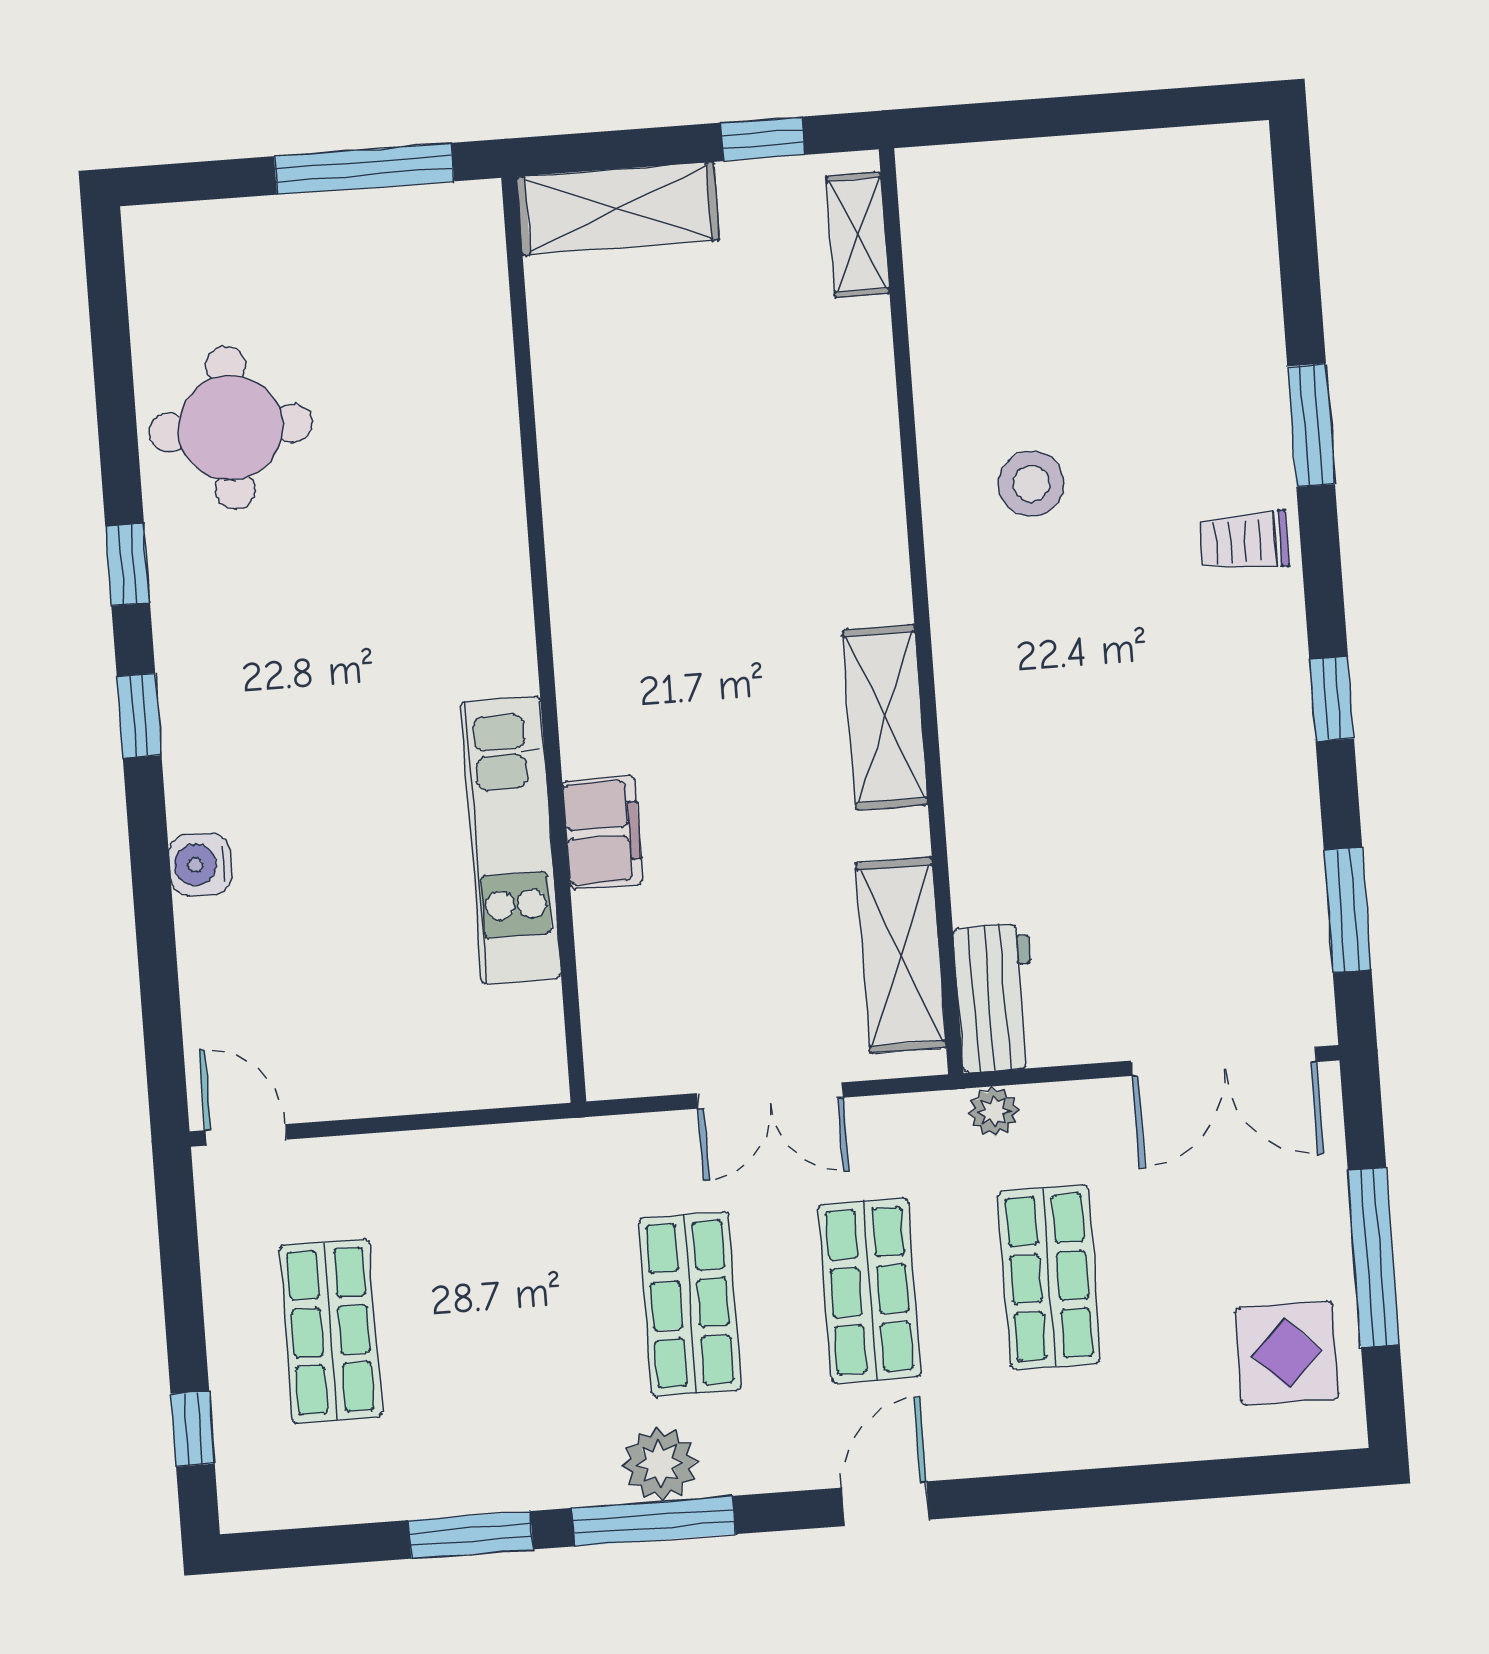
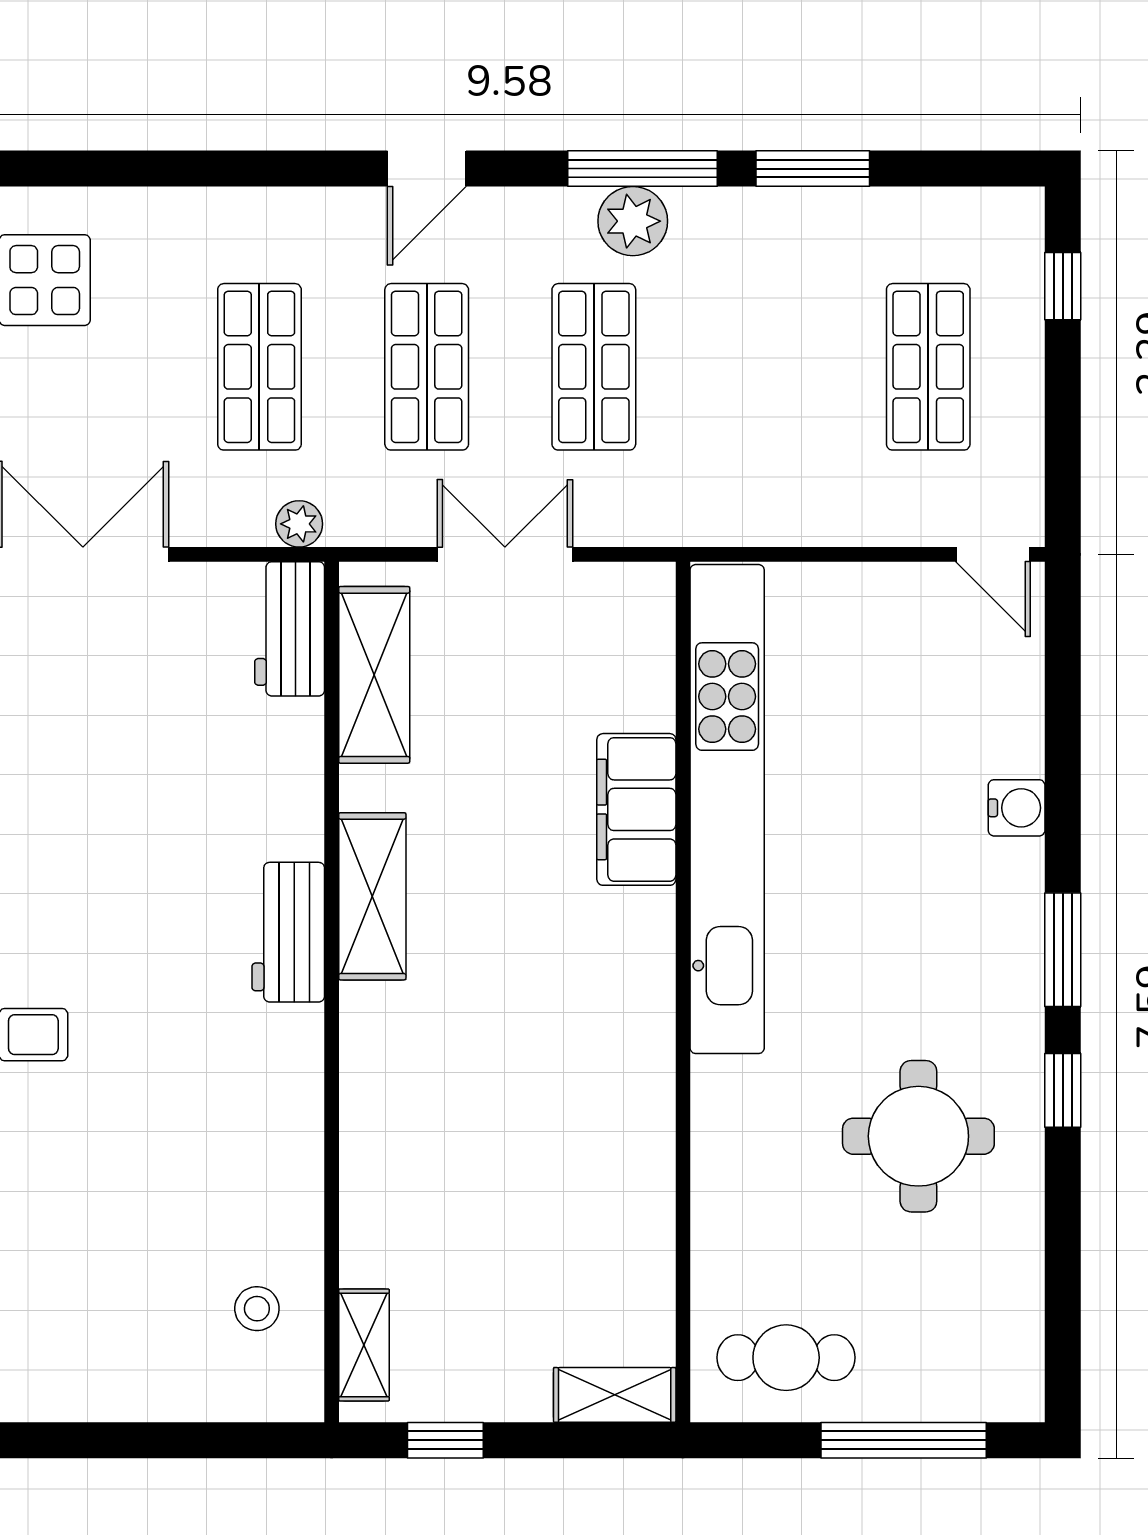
window: (364, 169) -> (904, 1440), moved
shelving: (618, 209) -> (615, 1395), width x0.67, depth x0.75
cafe table: (403, 255) -> (786, 1358), added
round table: (230, 428) -> (918, 1136), moved
stool: (1031, 484) -> (257, 1309), moved, width x0.73, depth x0.73
workbench: (972, 672) -> (288, 932), added
window: (139, 716) -> (1063, 950), width x1.50
filing cabinet: (602, 832) -> (636, 809), width x1.50, depth x1.17
kitchen unit: (511, 840) -> (727, 809), width x1.86

